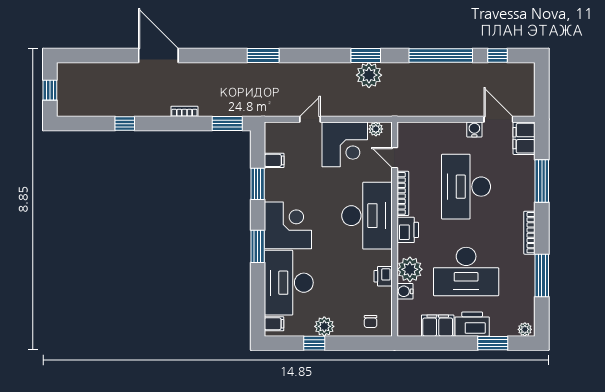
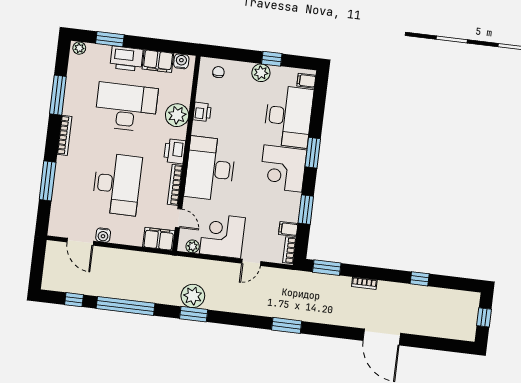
bookcase: (270, 137) -> (289, 250), added
filing cabinet: (524, 138) -> (159, 239), moved, turned -90
water cooler: (405, 291) -> (181, 61), moved, turned -90

